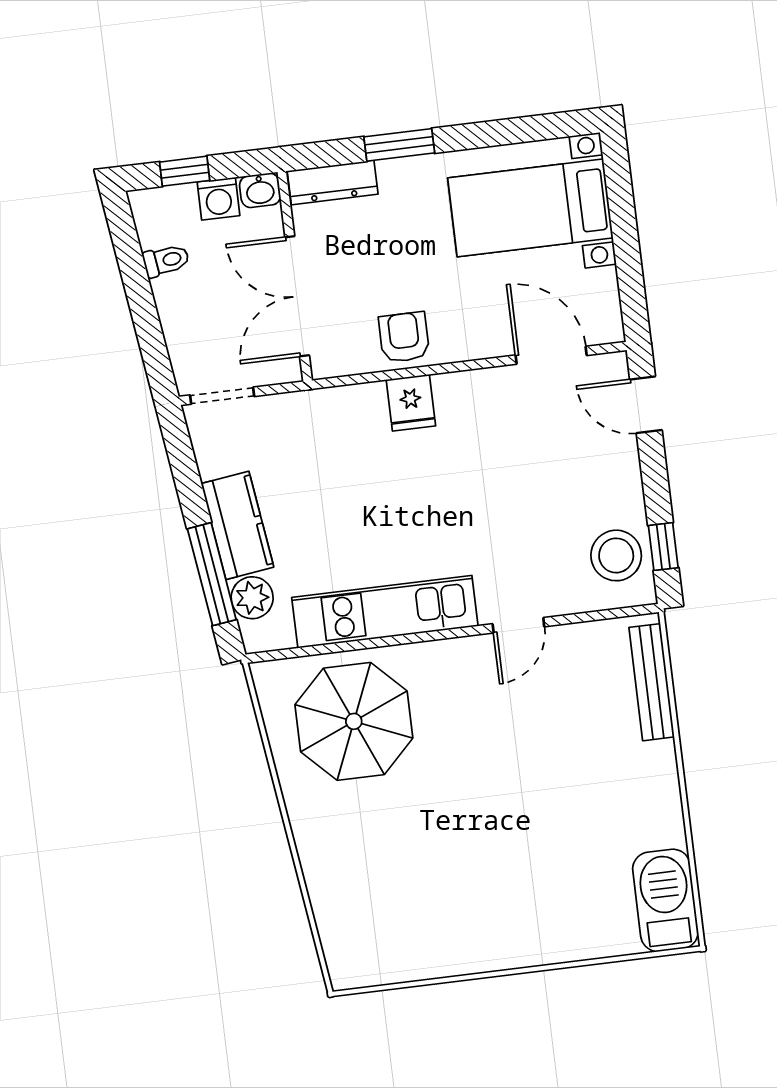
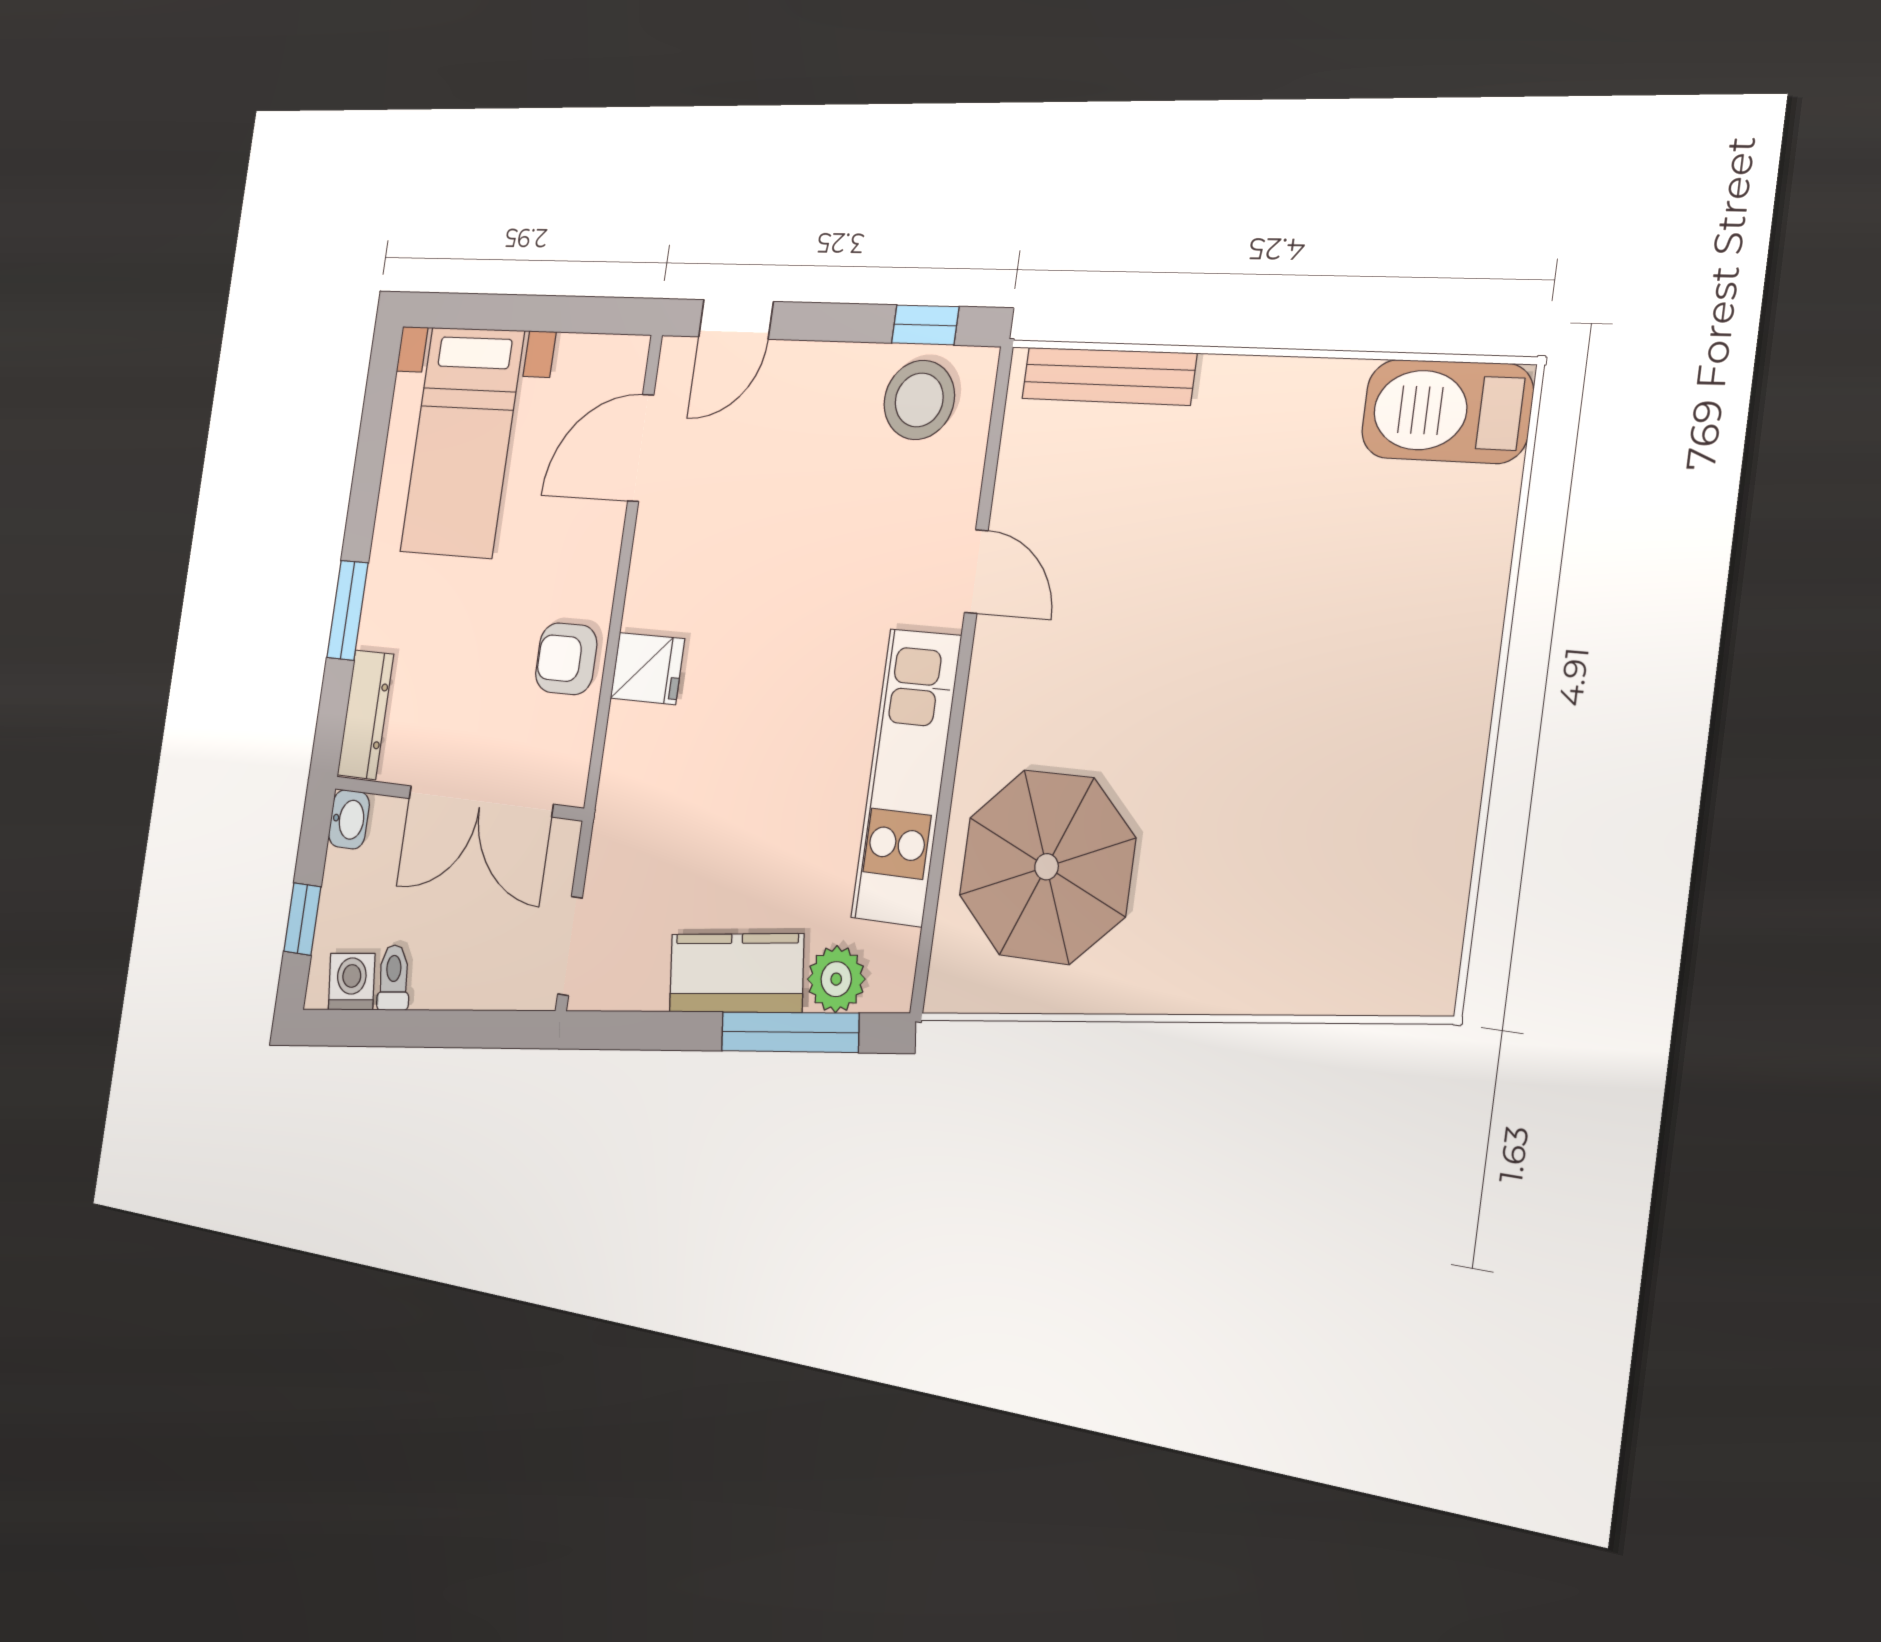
washing machine: (218, 199) -> (352, 982), moved, turned -98

